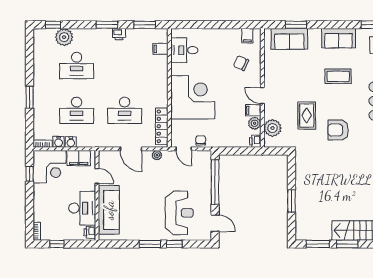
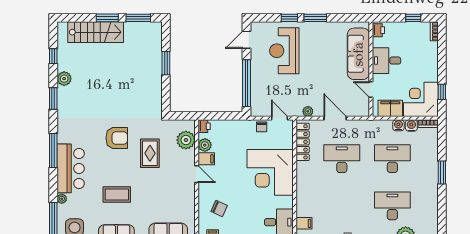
desk: (82, 208) -> (386, 61), width x0.73
door: (215, 223) -> (247, 40), hinge flipped

